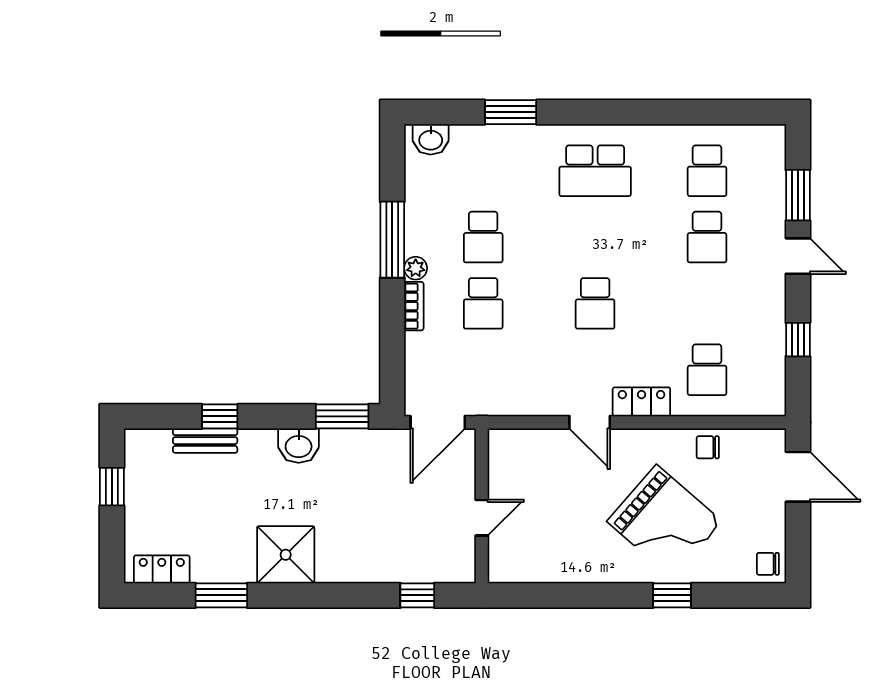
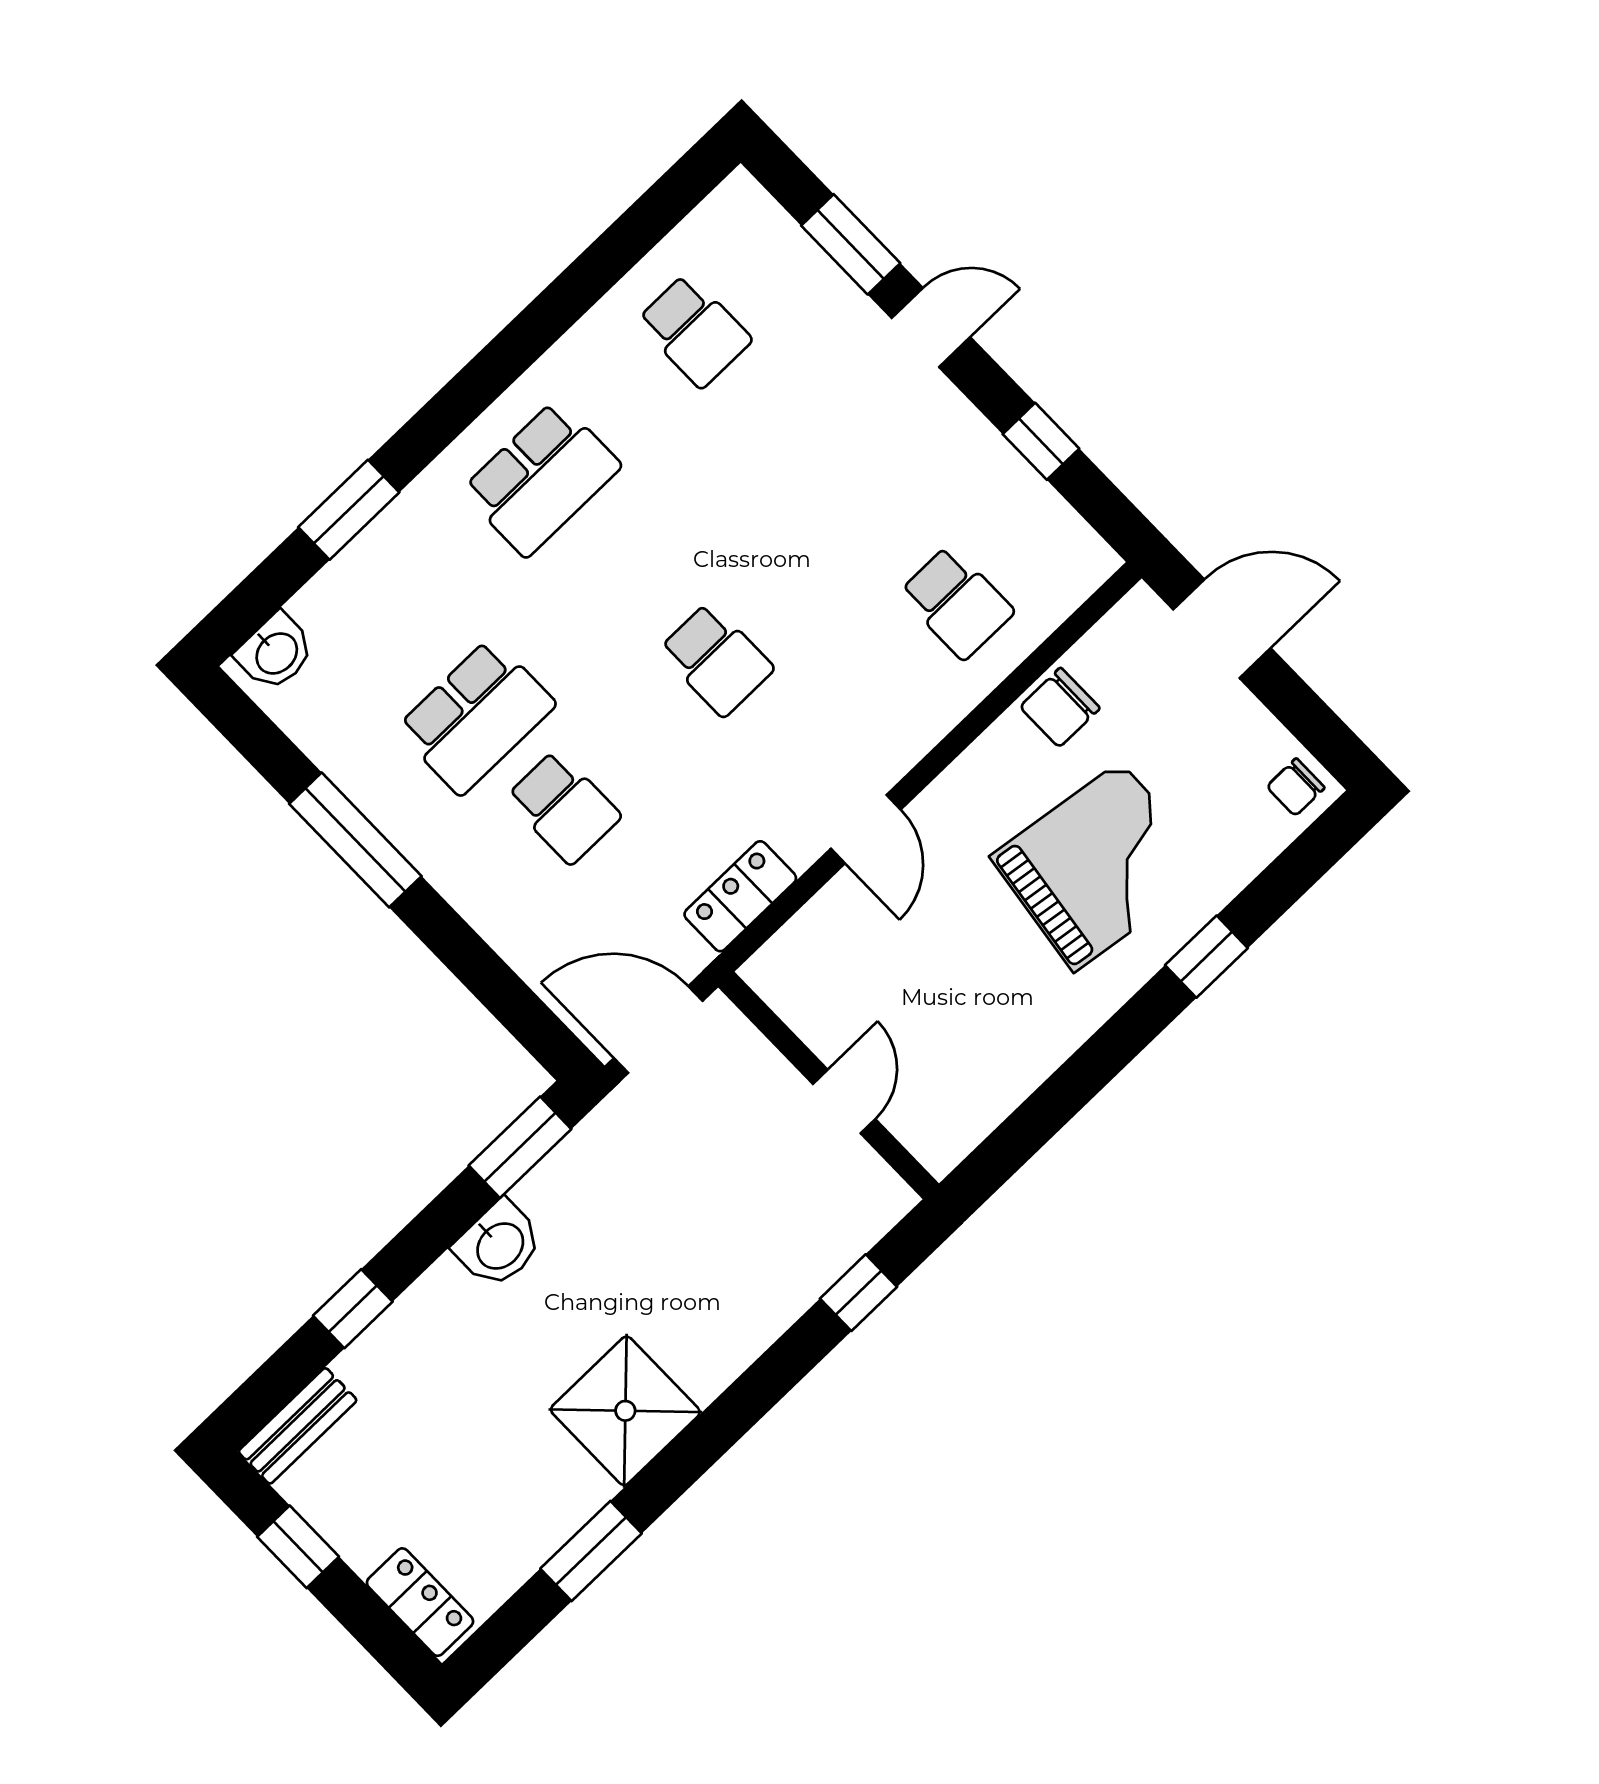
school desk: (483, 237) -> (476, 717), width x1.85
school desk: (707, 237) -> (782, 421), removed
plant: (416, 268) -> (425, 848), removed
bookcase: (414, 306) -> (473, 902), removed
locker: (641, 402) -> (740, 896), moved
door: (438, 422) -> (658, 1030), swing flipped
door: (590, 422) -> (866, 829), hinge flipped
bench: (205, 441) -> (298, 1426), moved
chair: (708, 447) -> (1060, 707), width x1.37, depth x1.37
grand piano: (664, 521) -> (1099, 866), turned -33
locker: (162, 569) -> (420, 1602), moved, turned 90

